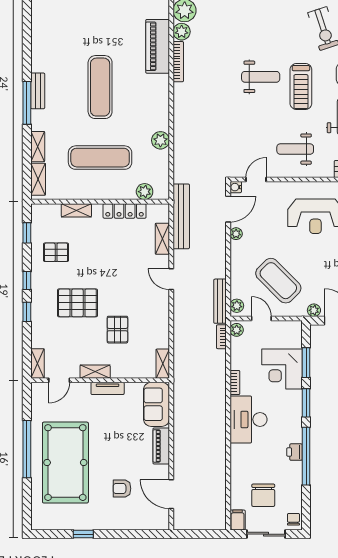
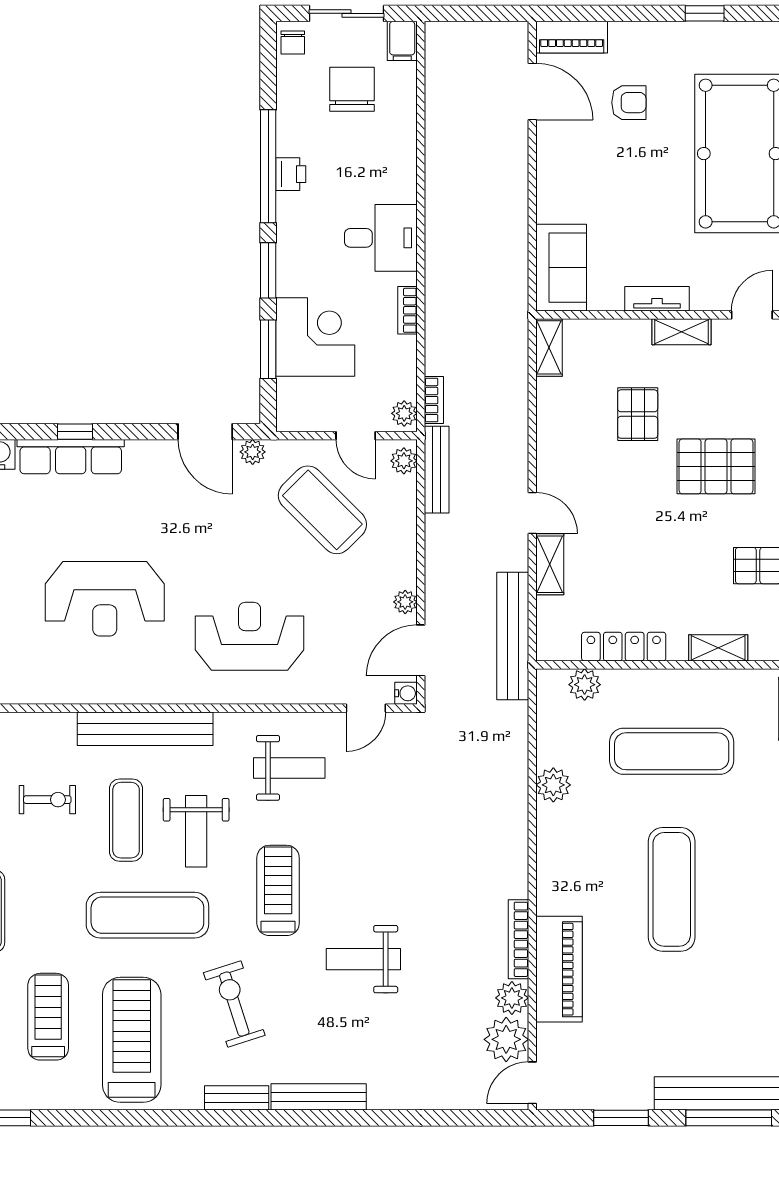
weight bench: (261, 77) -> (363, 959), moved
shelving: (162, 239) -> (550, 564), moved
desk: (248, 419) -> (381, 238), width x0.73
piano: (161, 446) -> (572, 37), moved, turned 90

